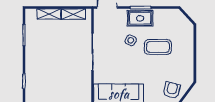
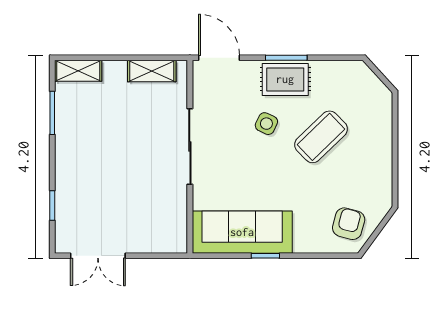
shelving: (49, 14) -> (78, 71), moved
coffee table: (158, 47) -> (321, 137), turned -44

